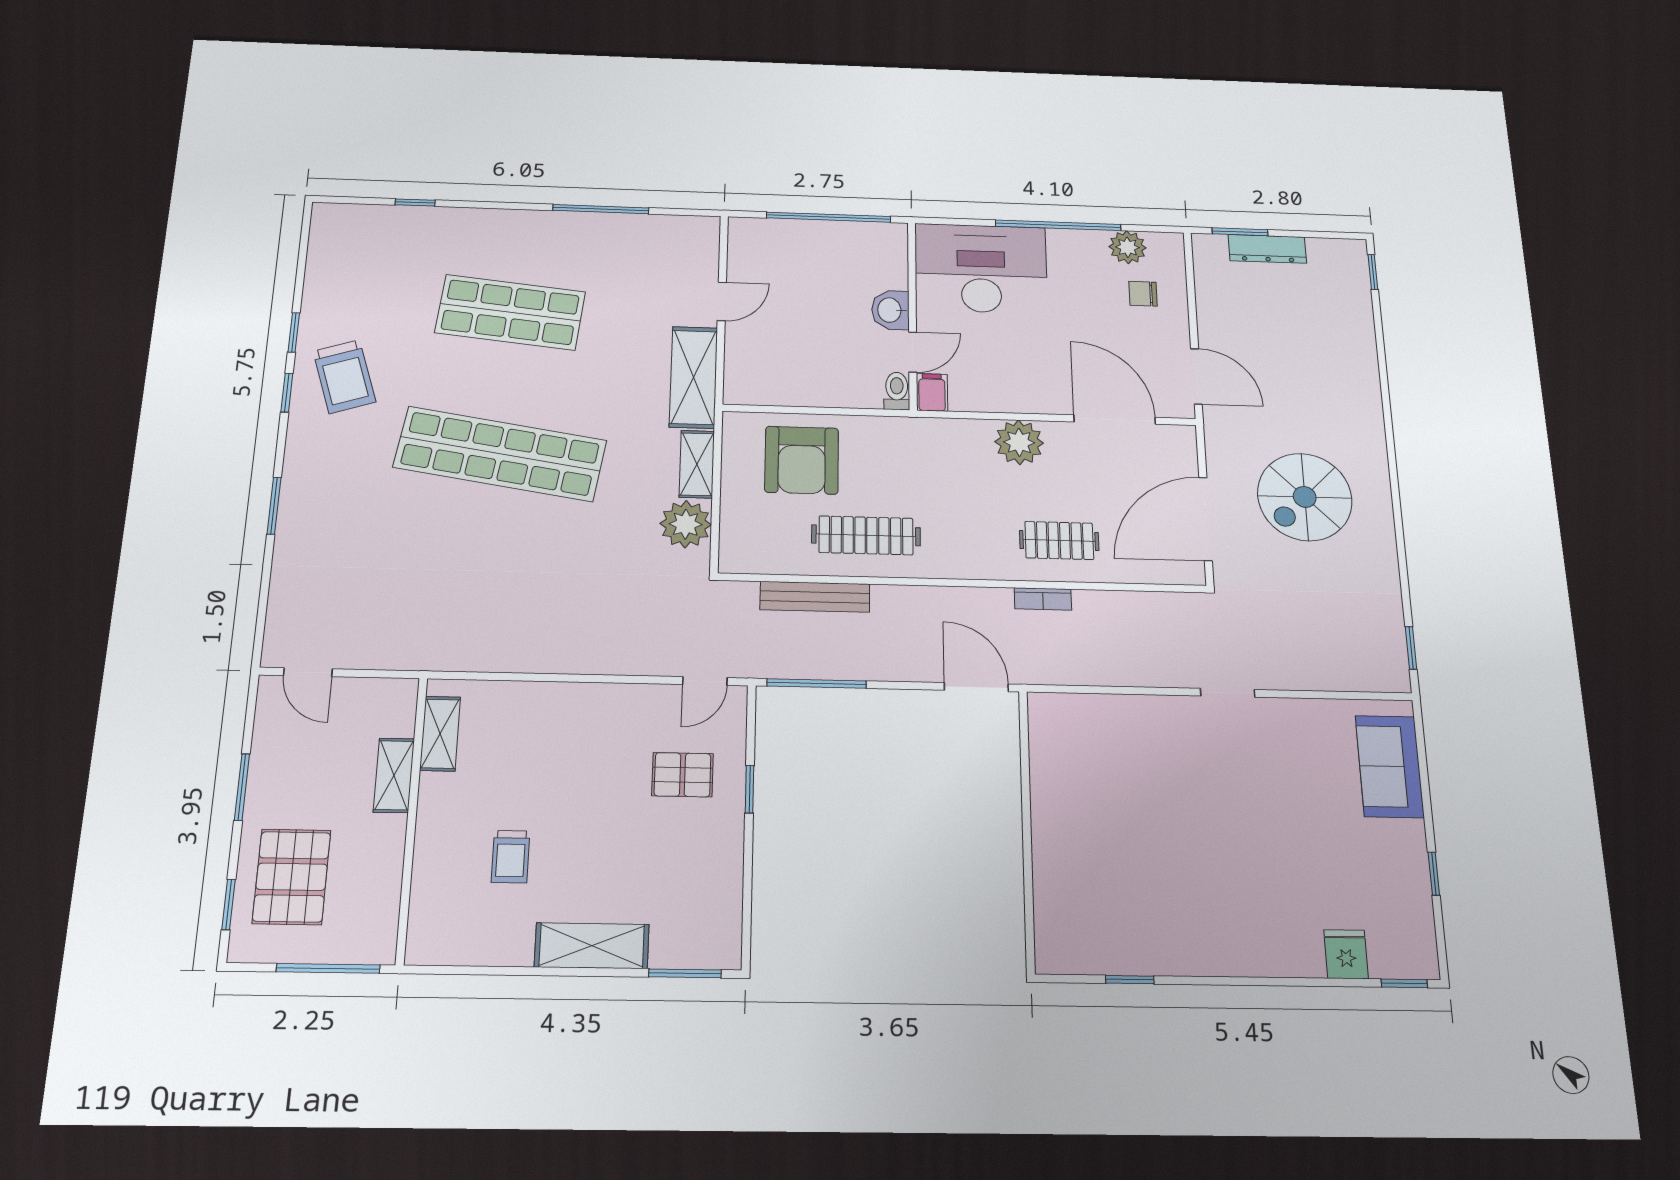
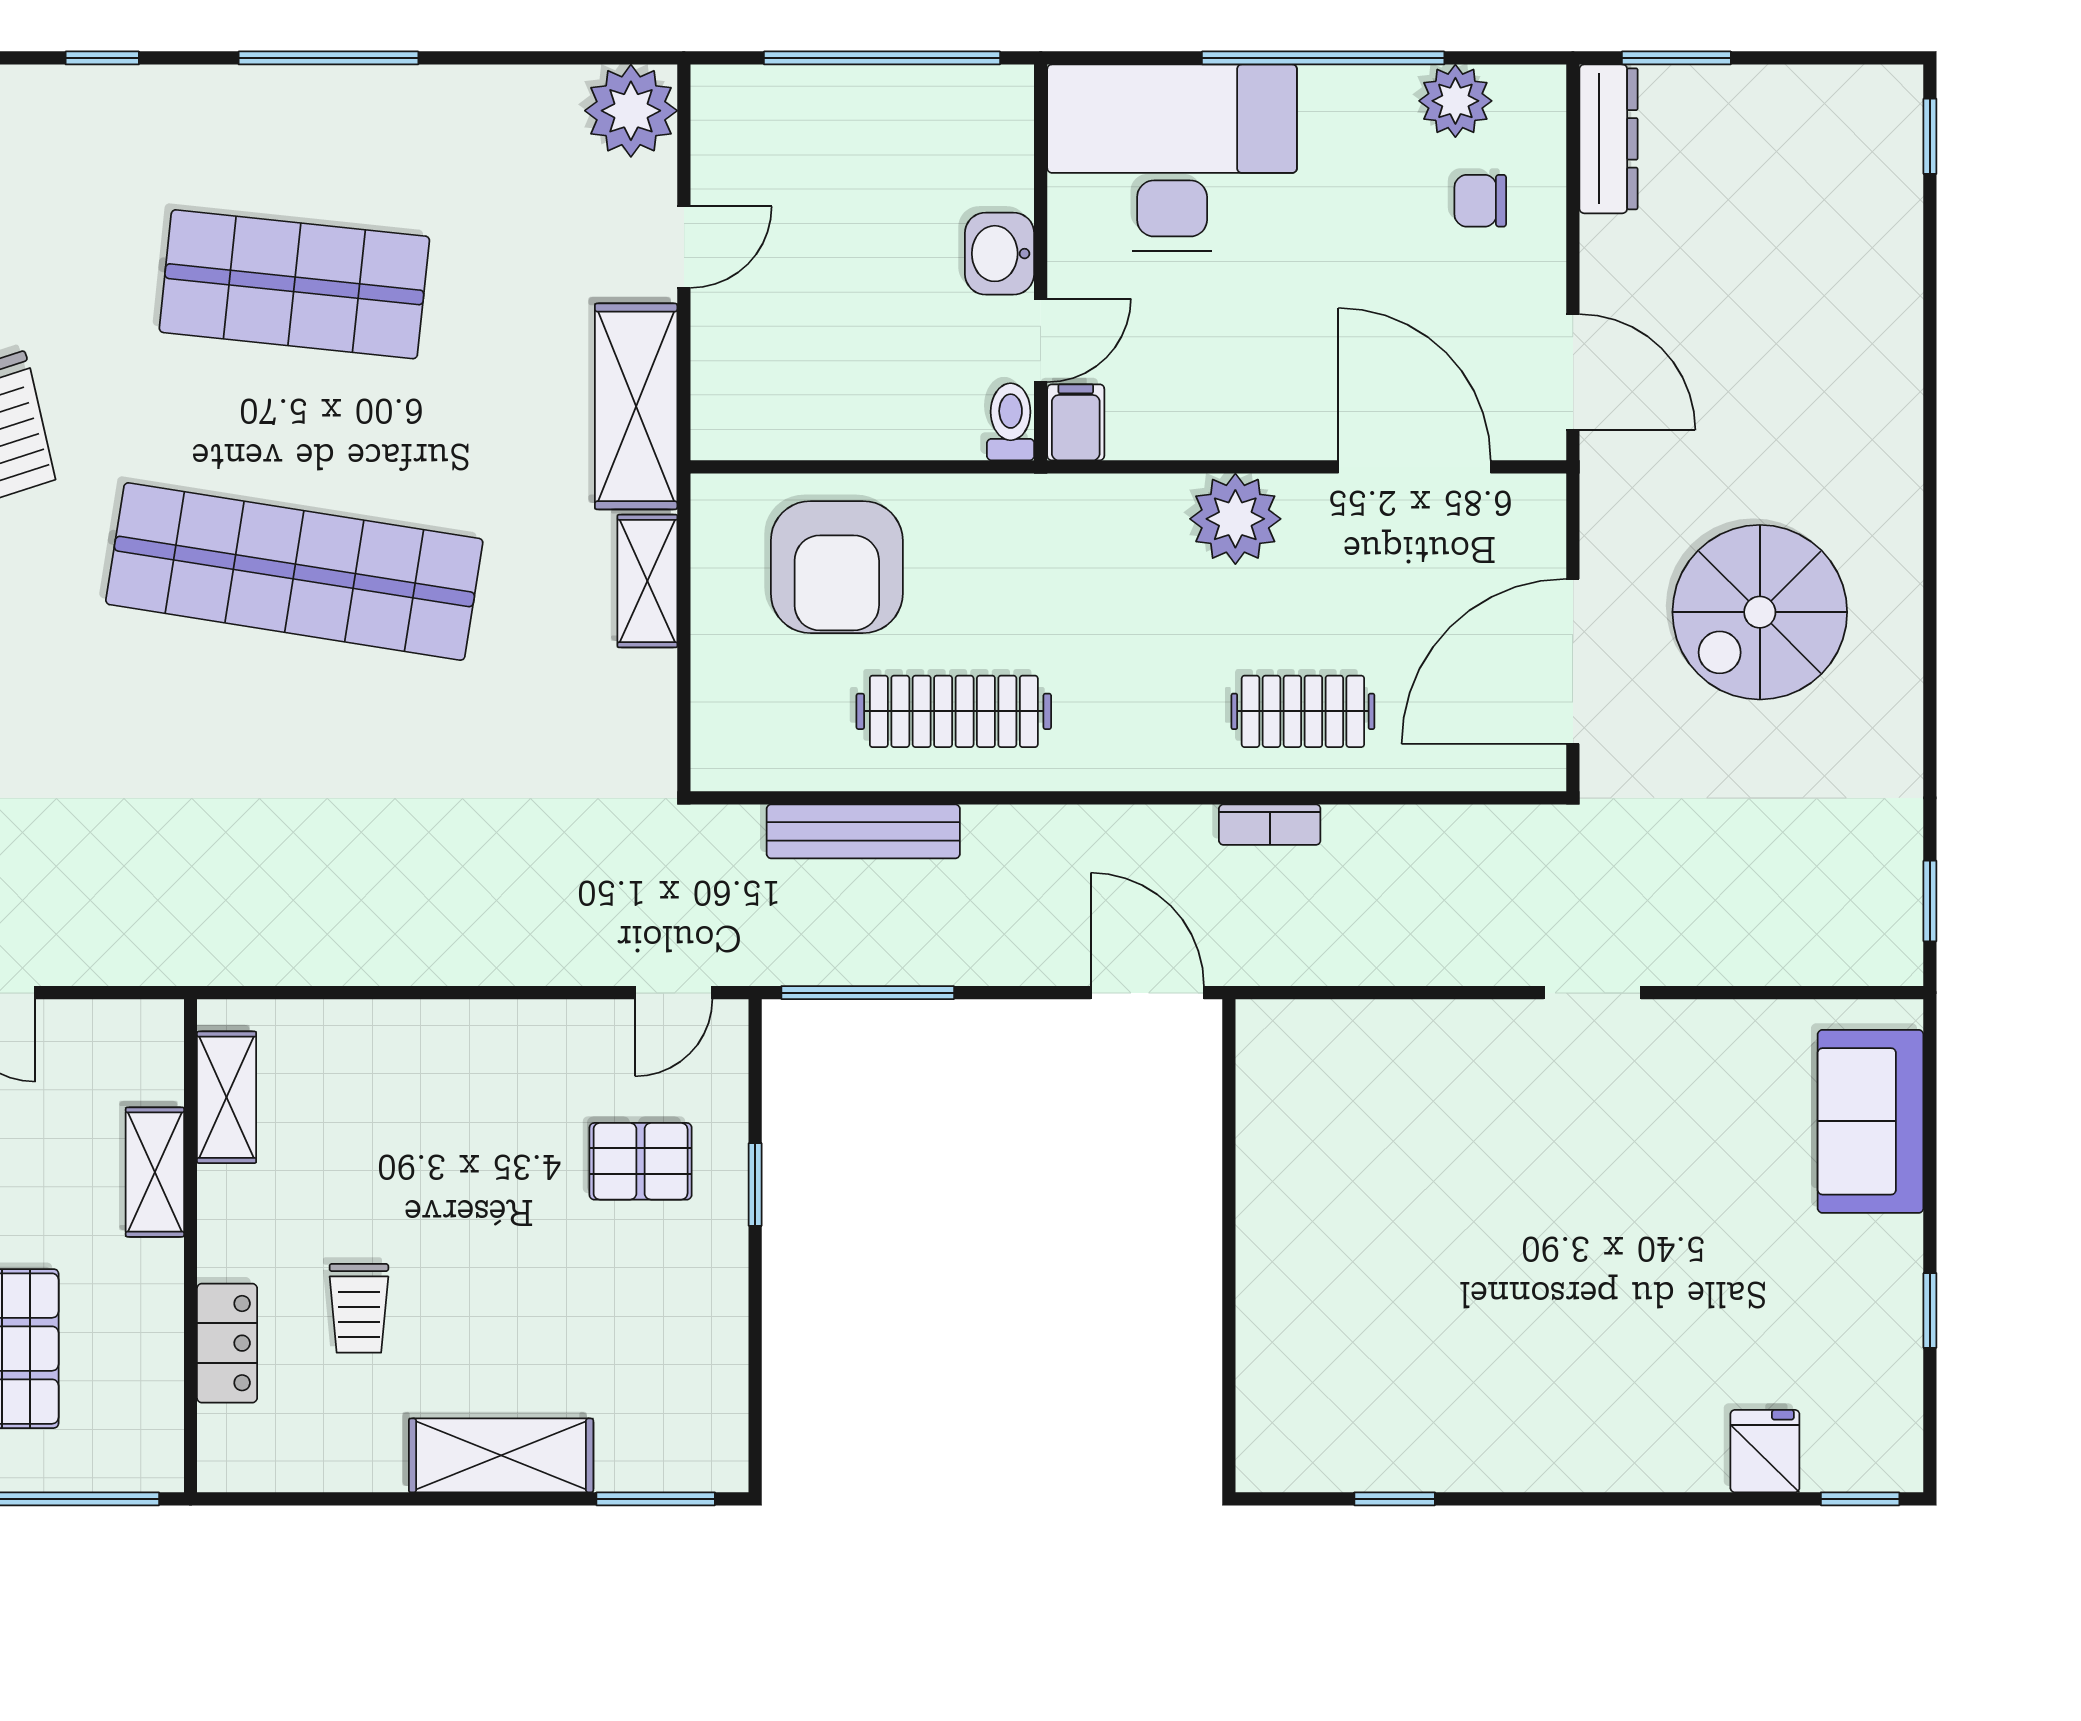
window: (601, 209) -> (328, 58), moved
dresser: (1267, 249) -> (1609, 139), moved, turned -90
plant: (686, 524) -> (631, 111), moved
locker: (429, 876) -> (227, 1343), added

